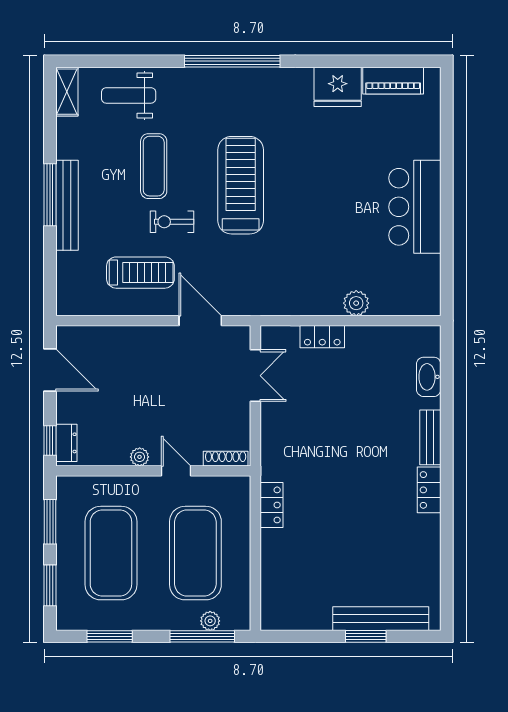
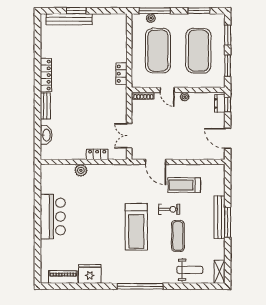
locker: (429, 490) -> (46, 75), width x1.53

